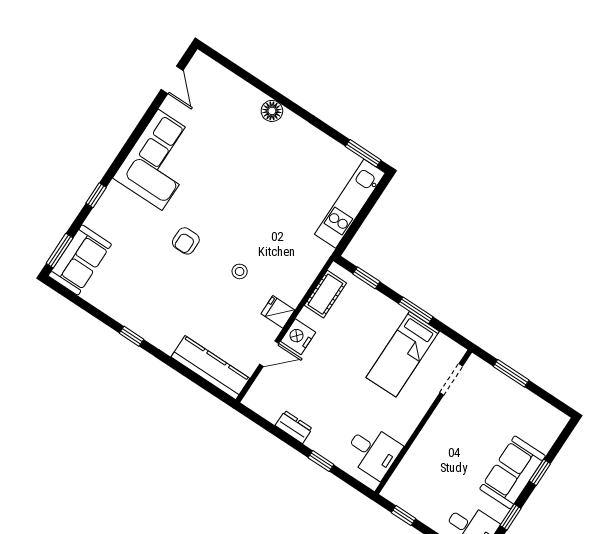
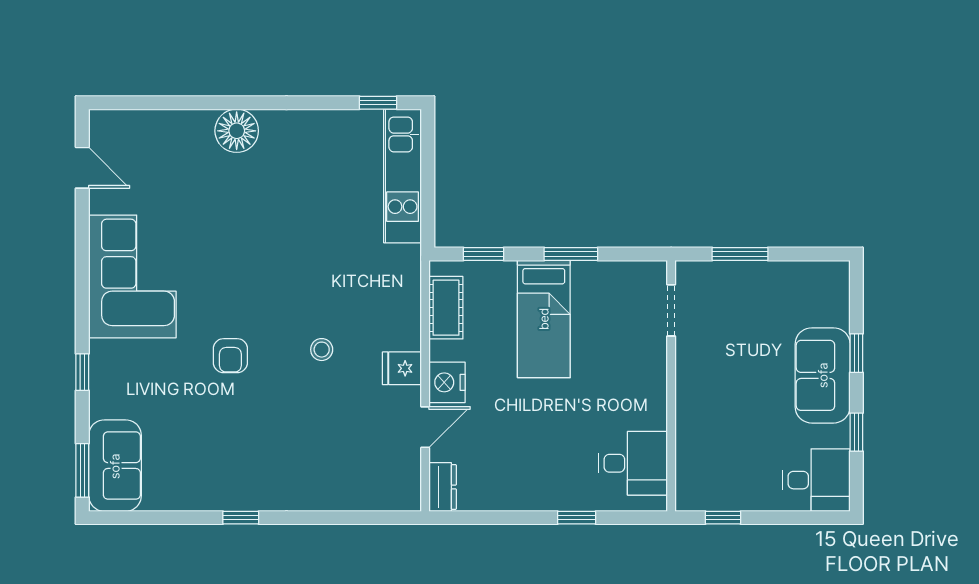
floor lamp: (272, 111) -> (237, 131), width x1.38, depth x1.38
window: (363, 153) -> (378, 103), width x0.67
bed: (403, 354) -> (544, 319), moved
kitchen counter: (210, 368) -> (364, 492), removed
dresser: (294, 427) -> (443, 487), moved, turned 90

